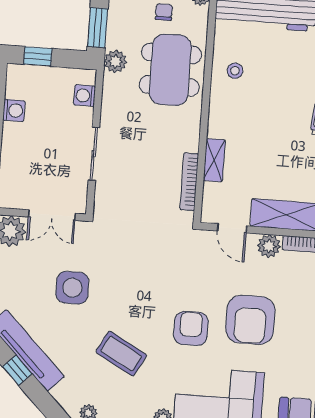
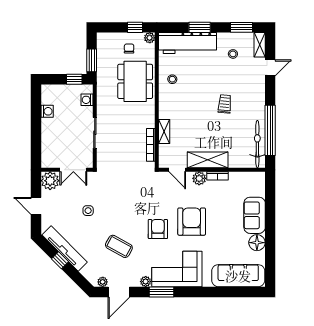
window: (38, 56) -> (74, 79), moved
plant: (115, 61) -> (103, 79), removed
side table: (72, 288) -> (88, 211), width x0.54, depth x0.54
armchair: (250, 320) -> (192, 222), turned 180

